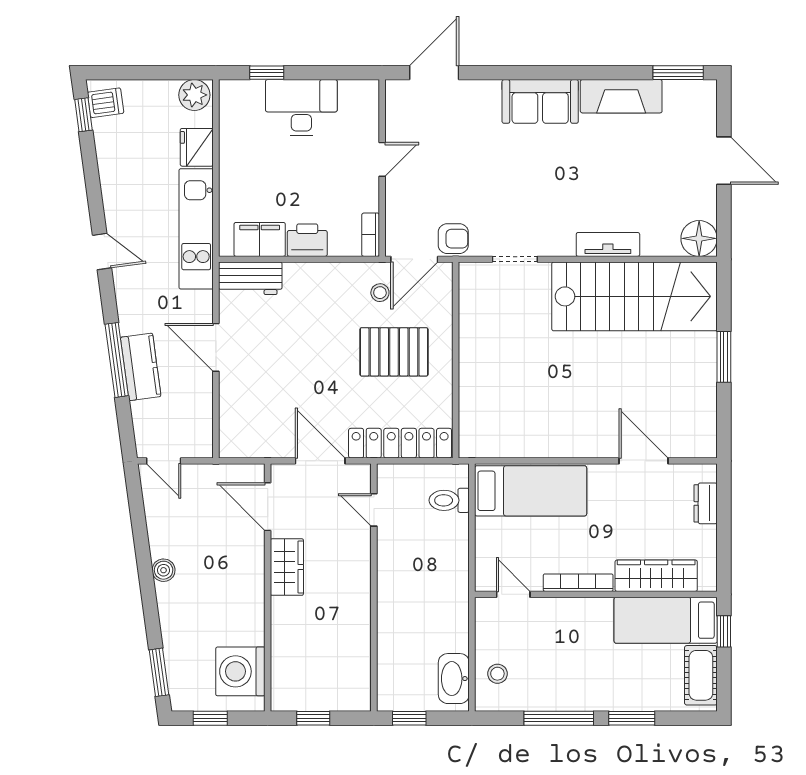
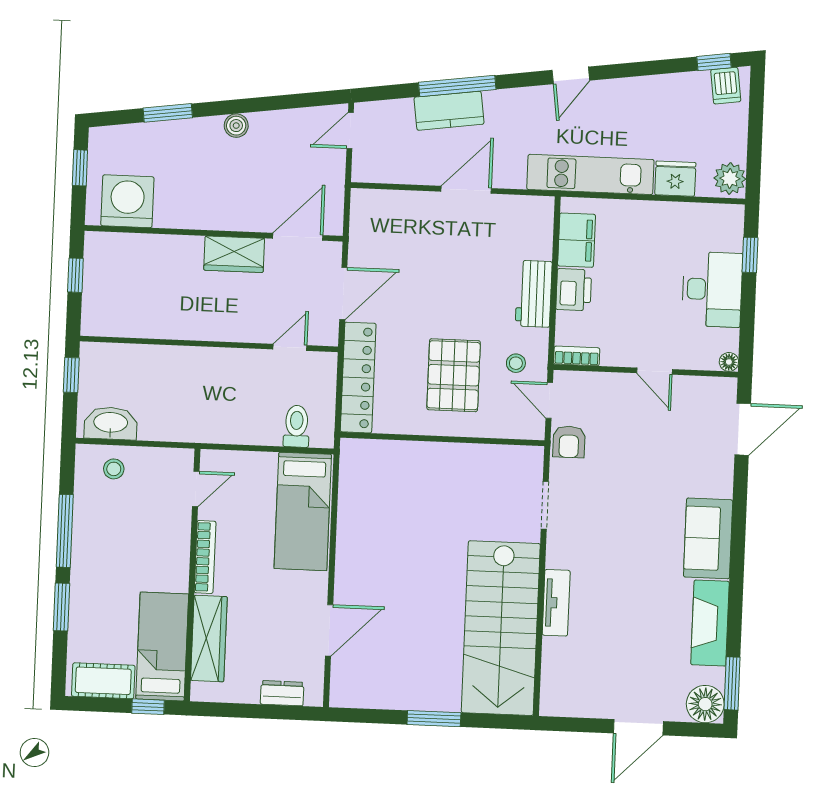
door: (434, 73) -> (743, 429), hinge flipped
floor lamp: (370, 89) -> (729, 362), added
floor lamp: (699, 238) -> (705, 704), moved
door: (414, 259) -> (549, 400), width x0.73
workbench: (250, 278) -> (534, 294), moved
window: (159, 672) -> (168, 113), moved

